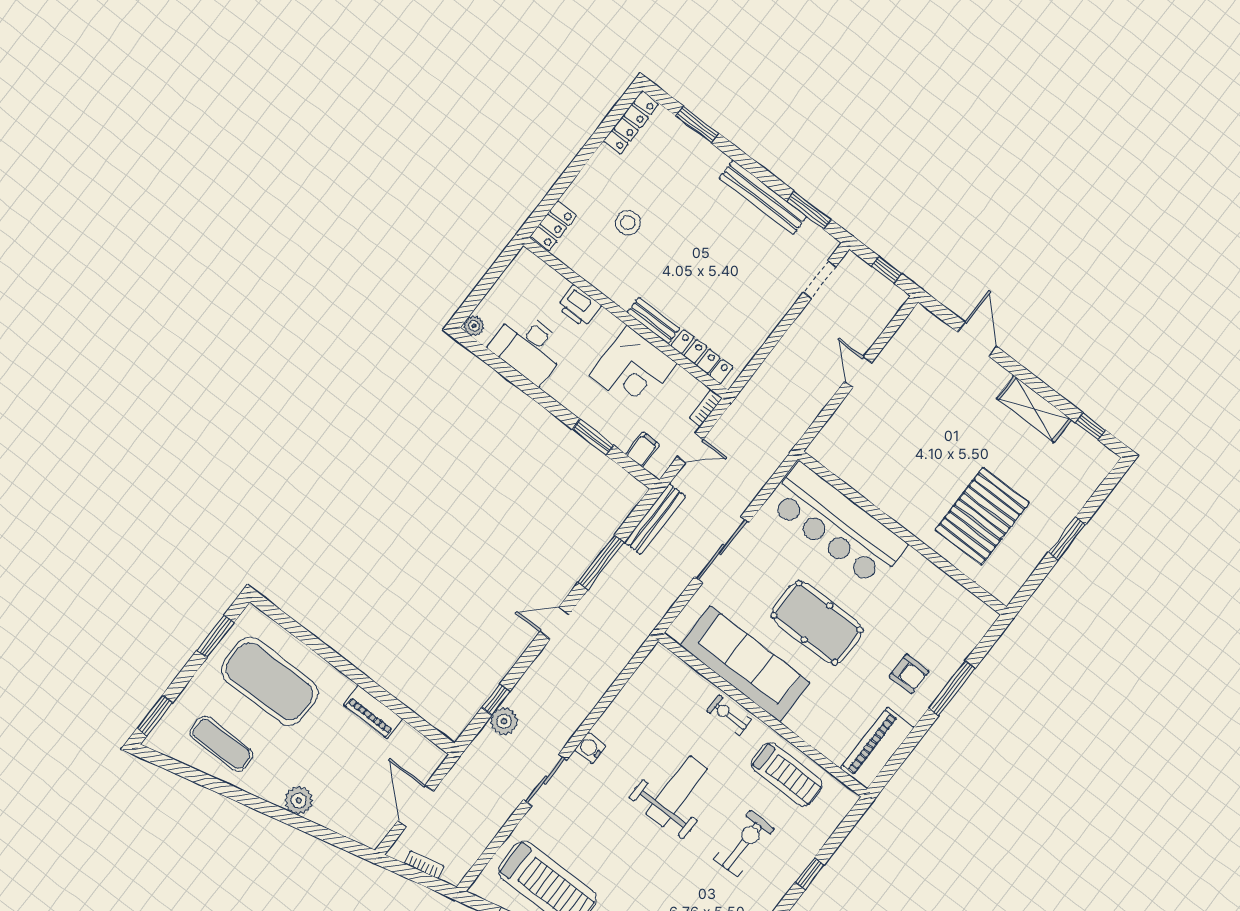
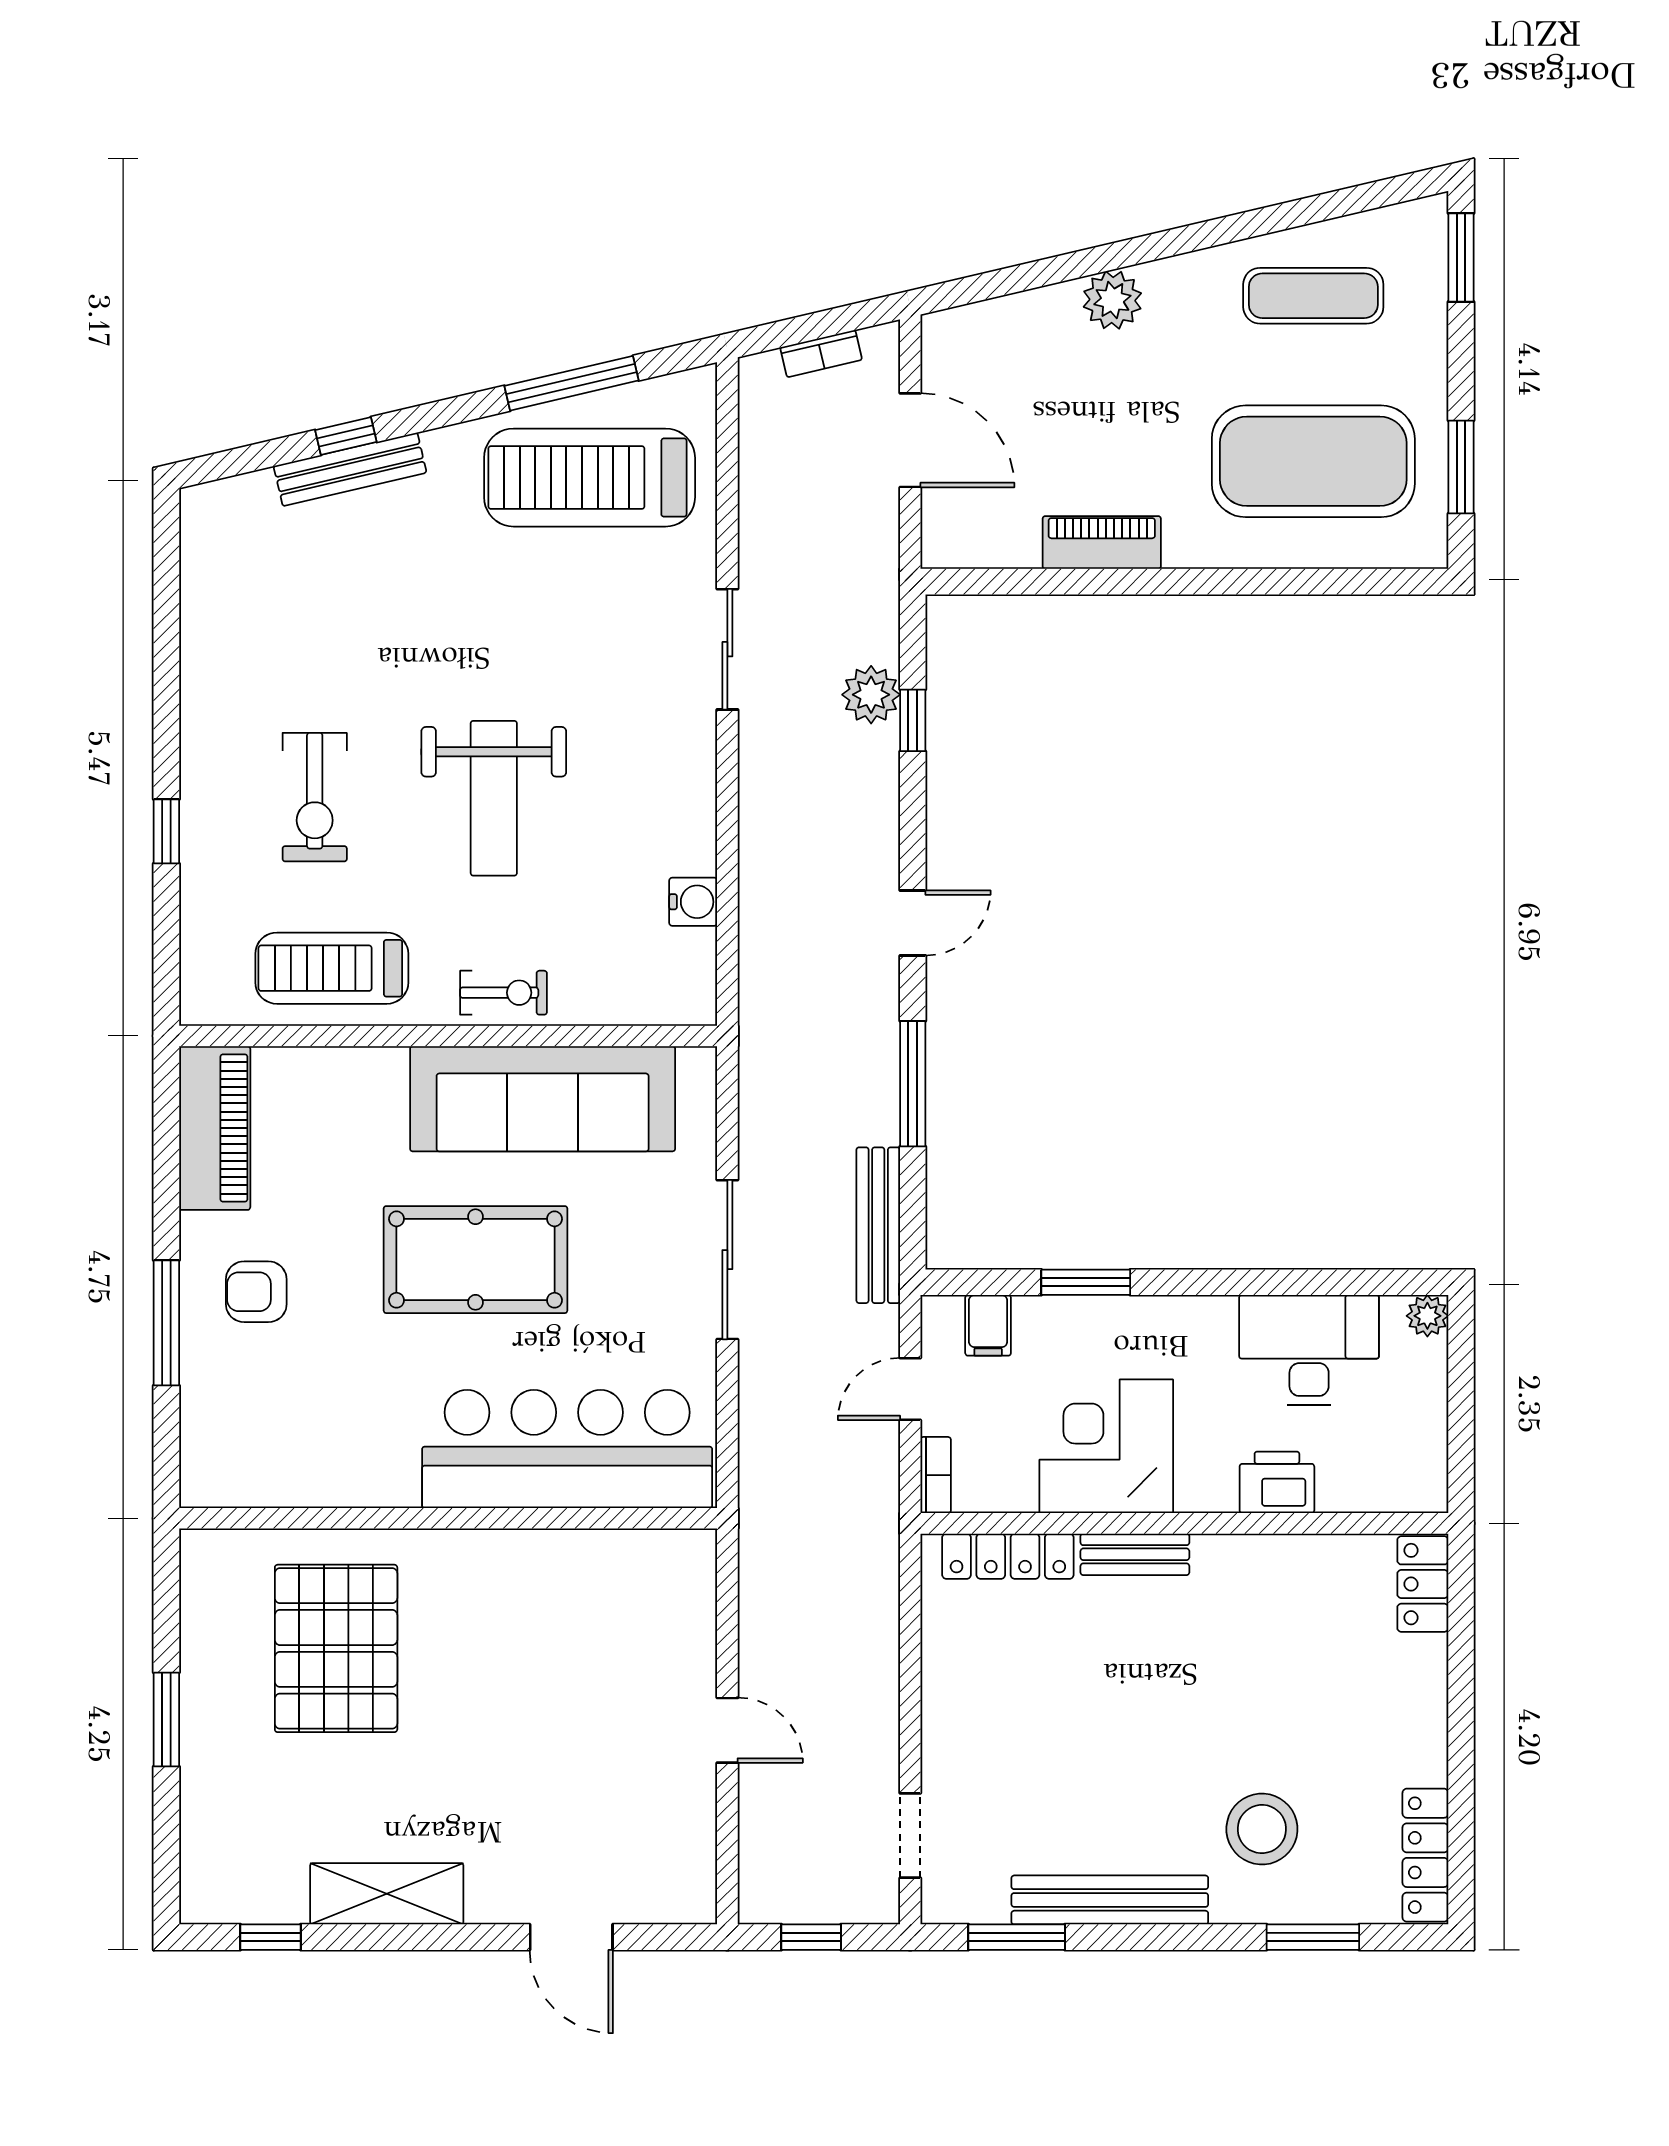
stool: (628, 223) -> (1262, 1829), moved, width x1.38, depth x1.38
water cooler: (590, 748) -> (693, 902), moved

